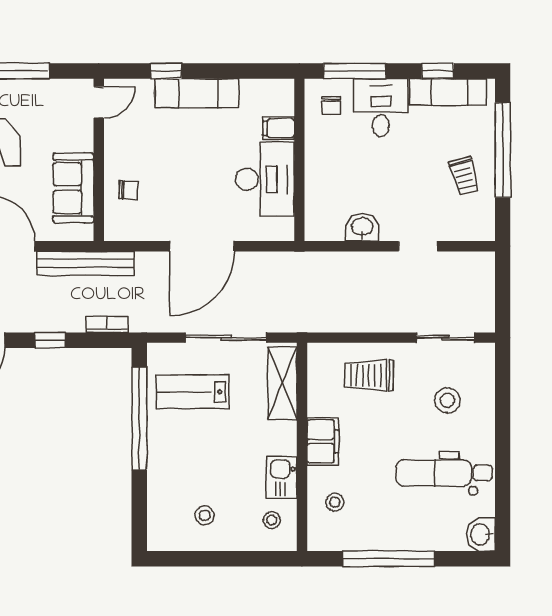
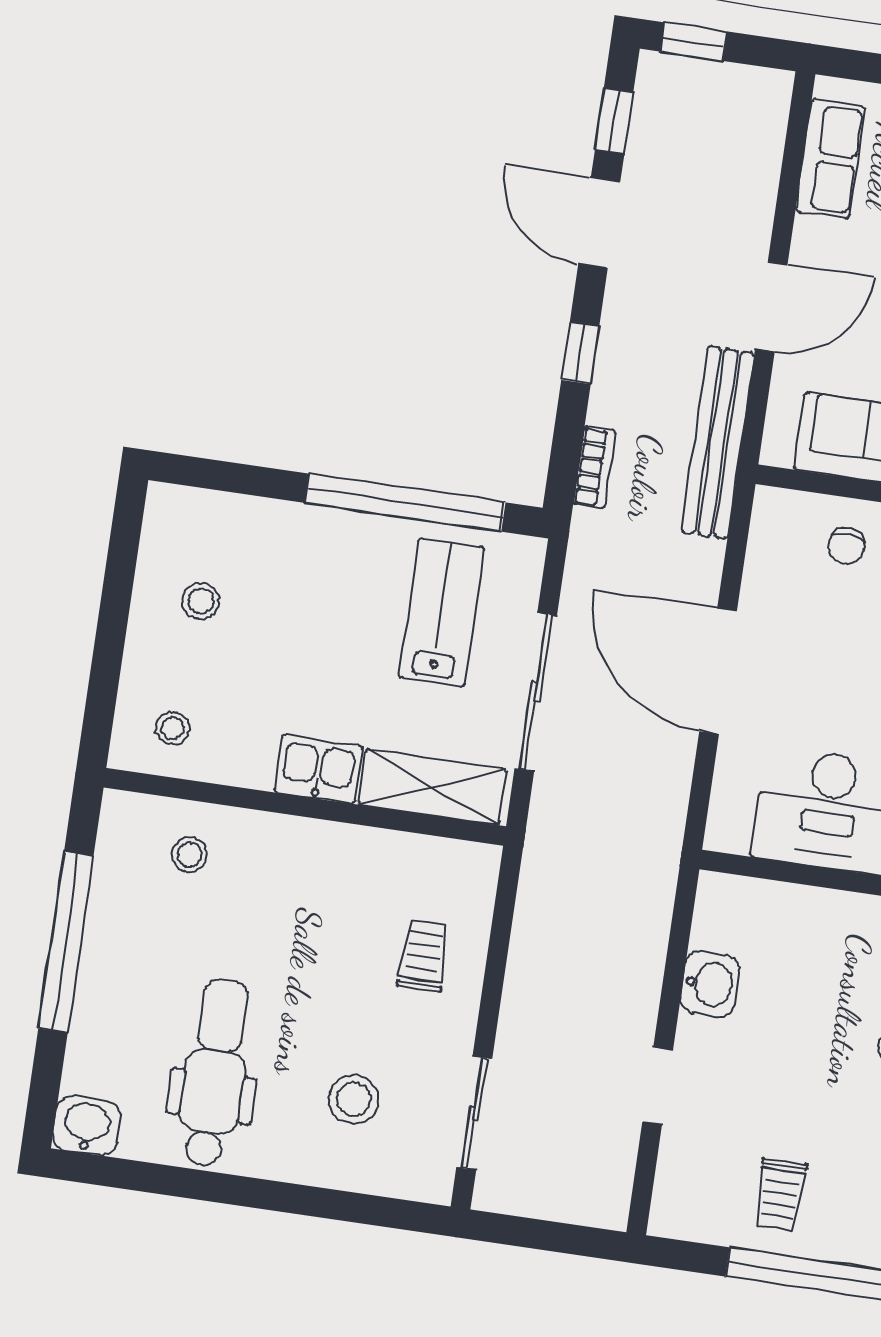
trolley: (464, 176) -> (780, 1194), turned -75
trolley: (369, 375) -> (423, 956), width x0.73, depth x0.72
filing cabinet: (323, 441) -> (310, 848), removed
kitchen sink: (282, 477) -> (319, 769), moved

